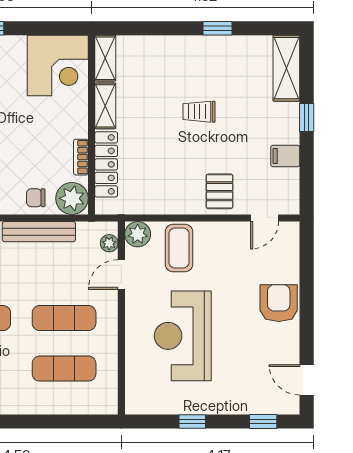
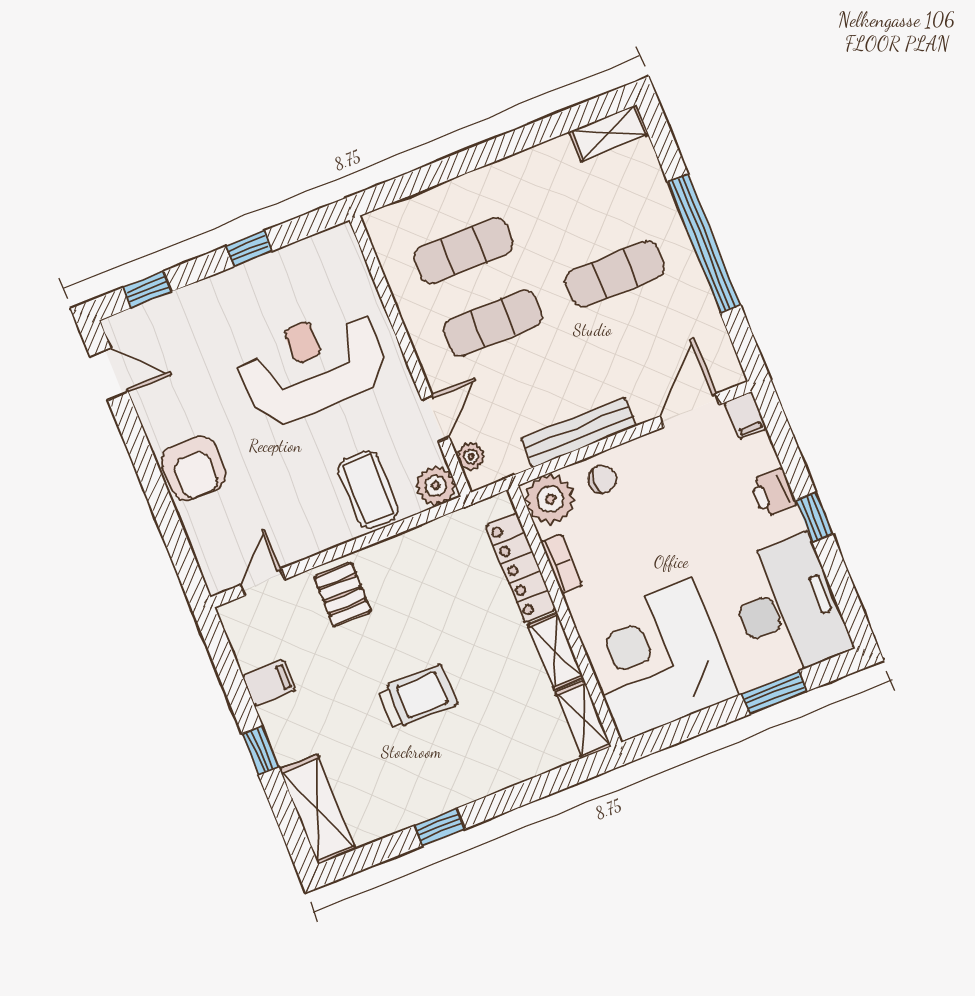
corner desk: (58, 65) -> (657, 660), width x1.36, depth x1.36
trolley: (199, 112) -> (418, 697), width x1.36, depth x1.39
reception desk: (183, 336) -> (312, 366), turned -90

